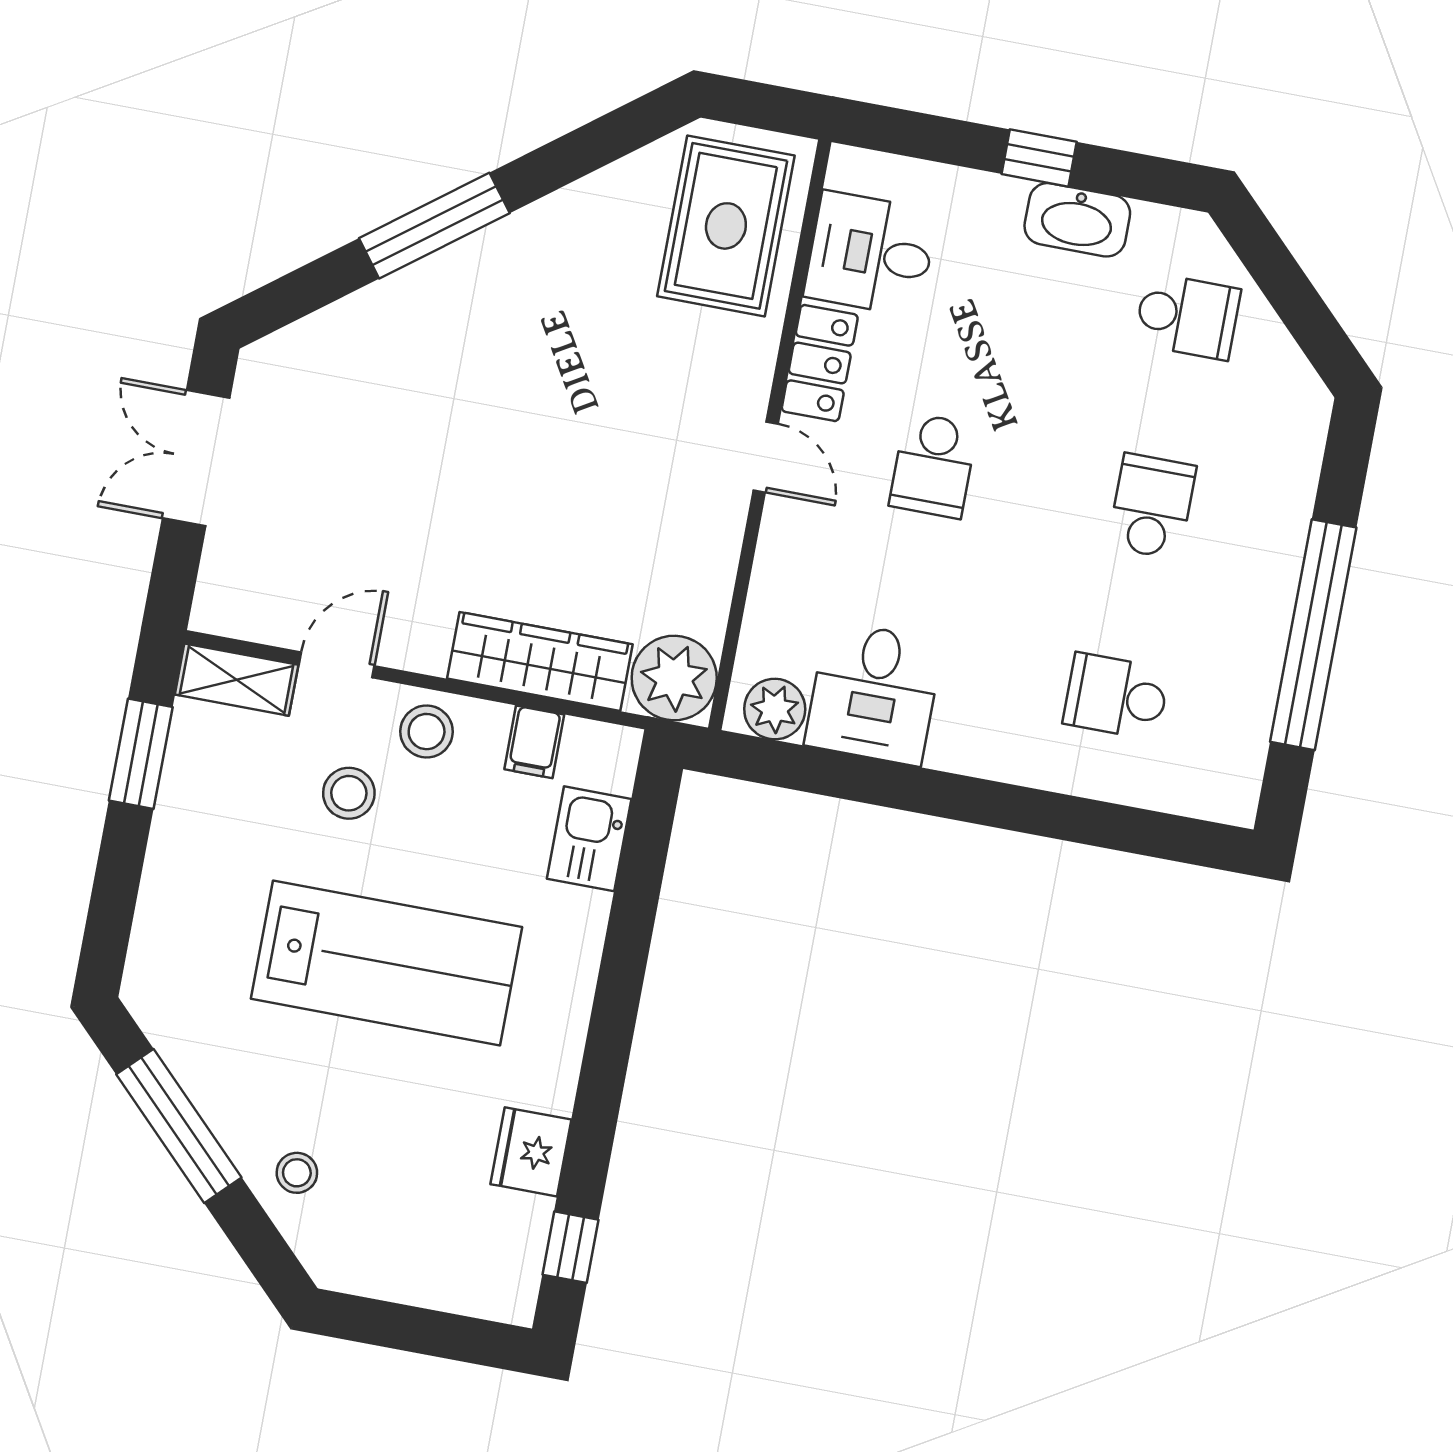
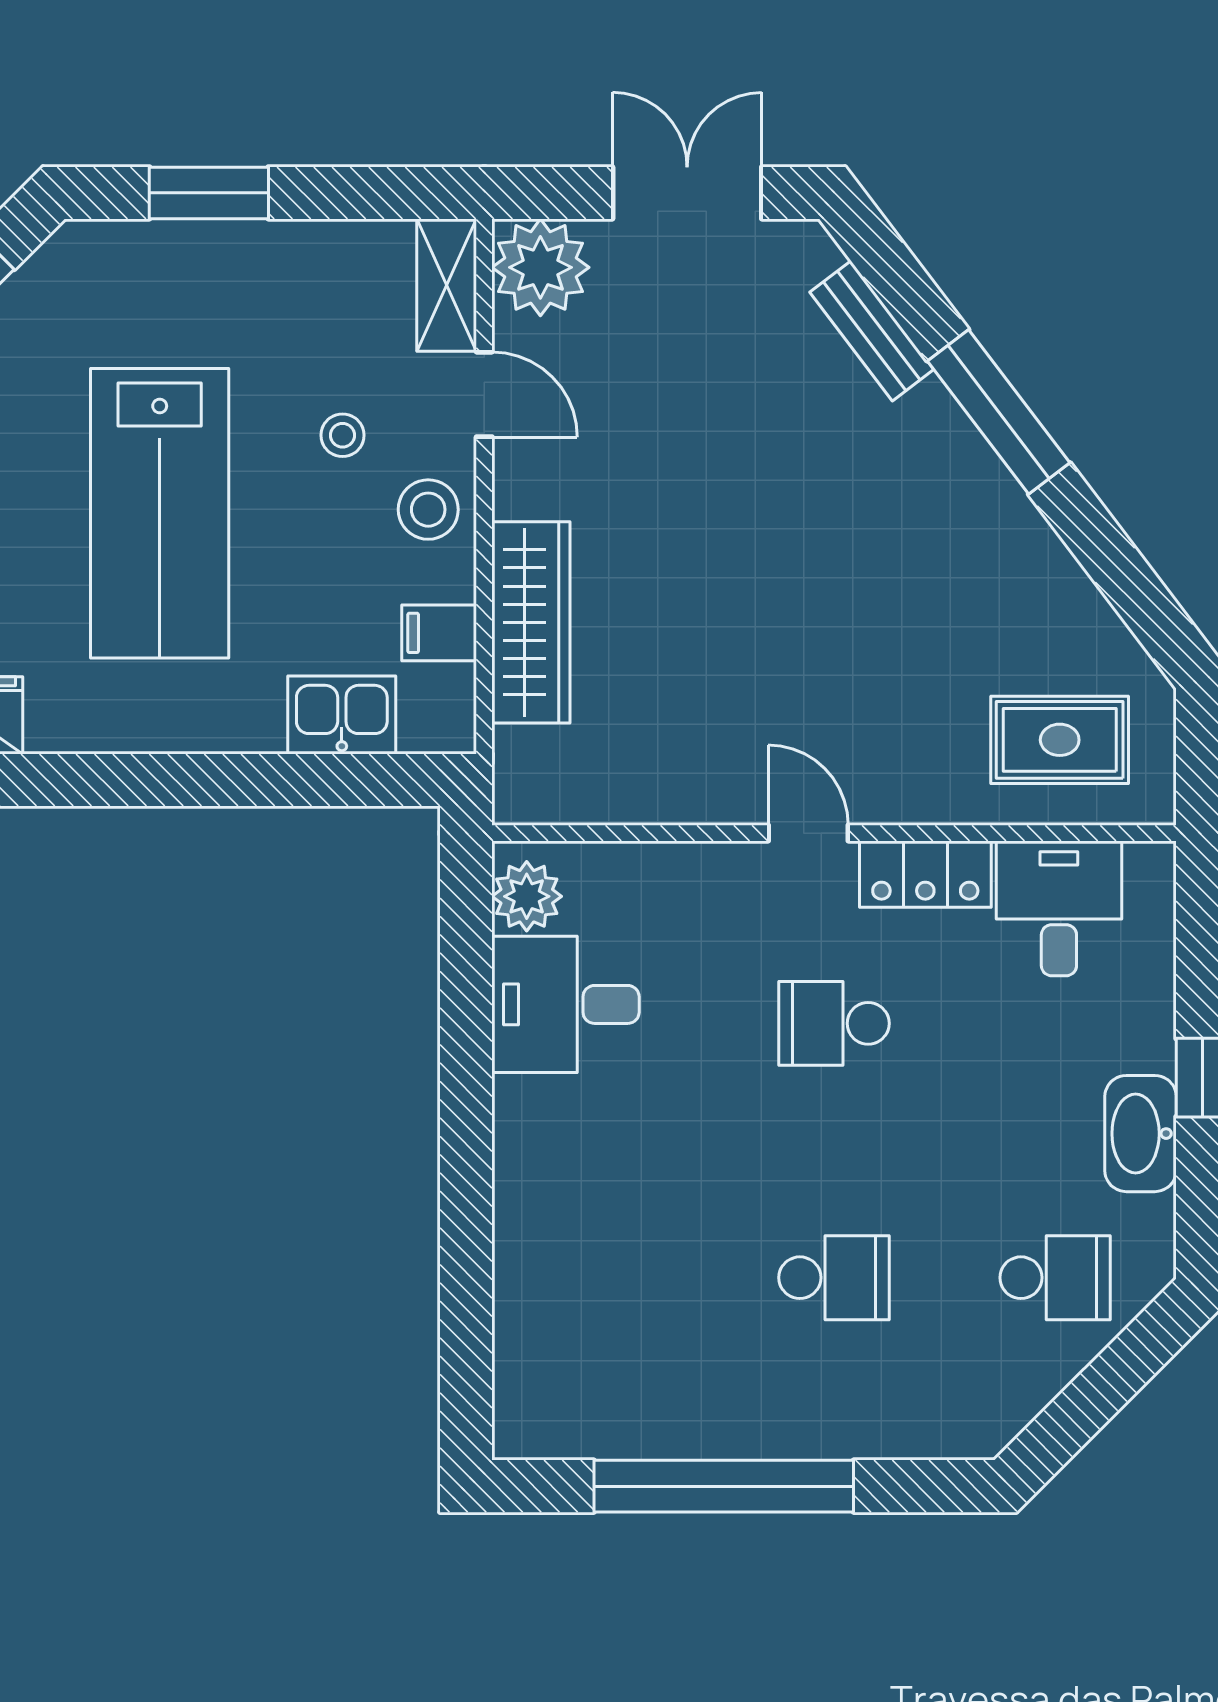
rug: (726, 226) -> (1060, 740), width x0.73, depth x0.70
school desk: (1187, 316) -> (1055, 1278), turned -90
bench: (344, 322) -> (872, 331), added
door: (766, 457) -> (808, 833), swing flipped
plant: (674, 678) -> (540, 267), moved
school desk: (1116, 696) -> (613, 1278), removed
window: (141, 754) -> (209, 193), moved
stool: (349, 793) -> (343, 435), width x0.73, depth x0.73

